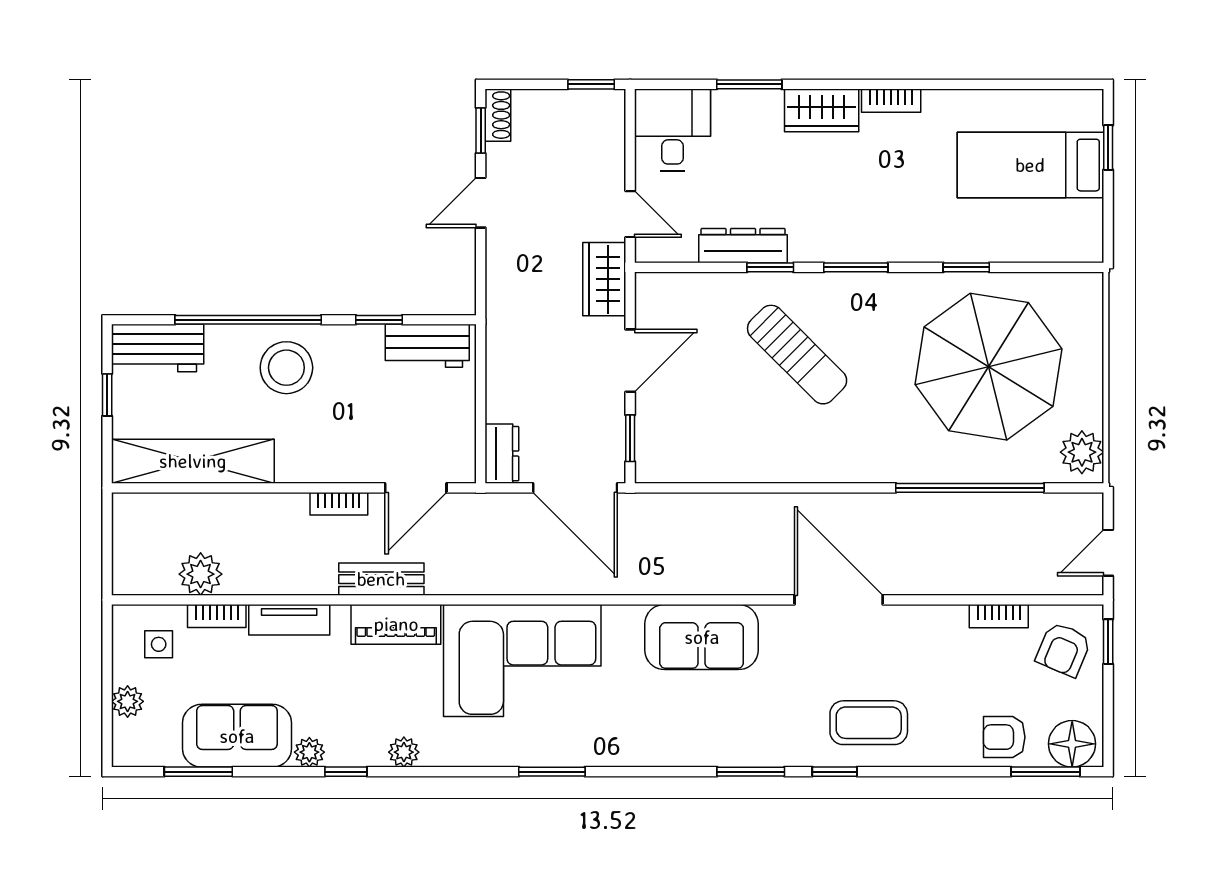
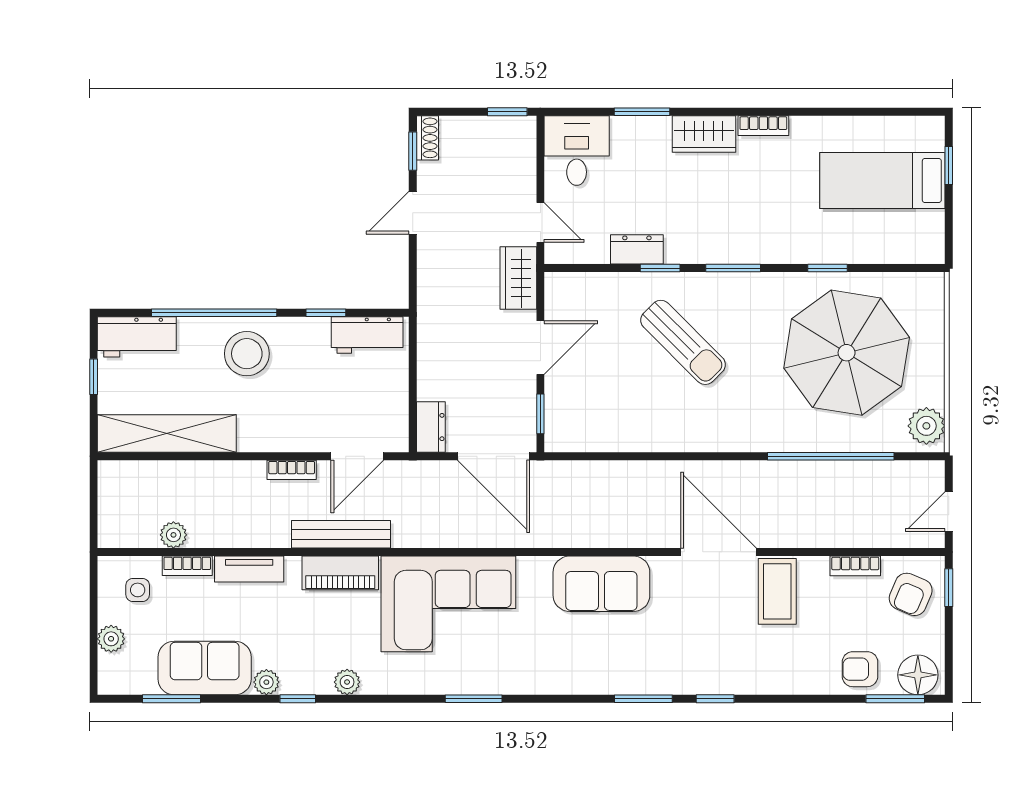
dresser: (743, 246) -> (637, 249), width x0.70
plant: (201, 574) -> (173, 535), width x0.73, depth x0.73
bench: (381, 579) -> (341, 534), width x1.36
coffee table: (869, 723) -> (777, 591), moved, turned 90

